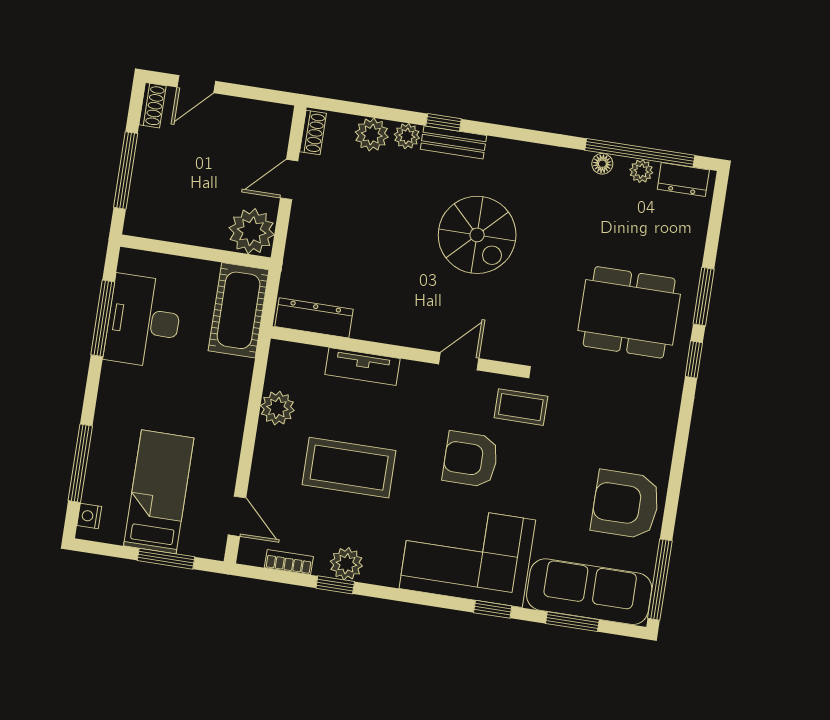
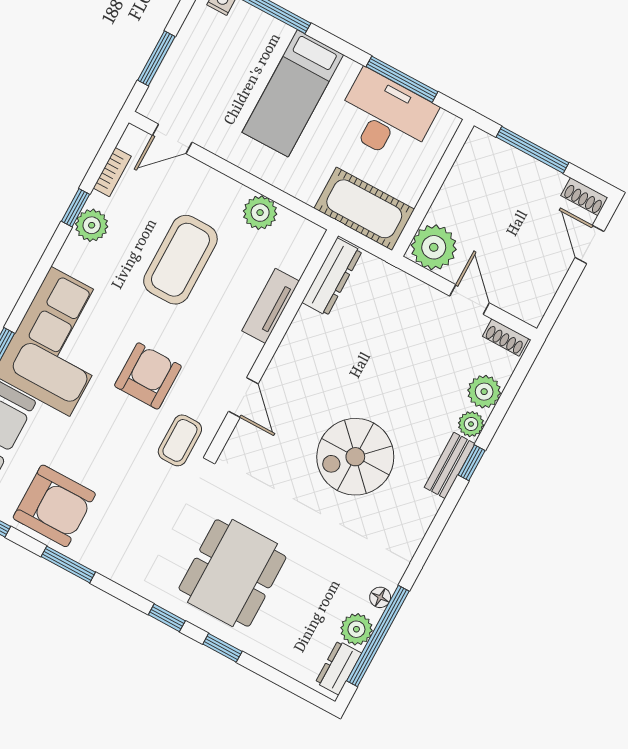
plant: (641, 171) -> (356, 629), width x1.38, depth x1.38
window: (704, 297) -> (222, 648), width x0.67
window: (677, 471) -> (68, 564), added
bed: (159, 492) -> (293, 93), moved, turned 90
armchair: (626, 504) -> (54, 506), turned 90

